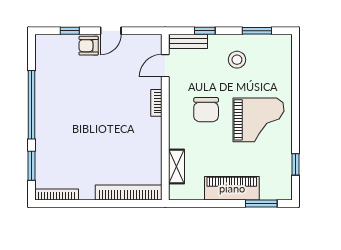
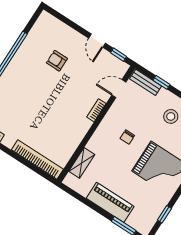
window: (70, 31) -> (119, 55), moved
door: (111, 31) -> (97, 41), hinge flipped
armchair: (89, 46) -> (57, 61), moved
chair: (206, 110) -> (127, 137), width x0.54, depth x0.54

